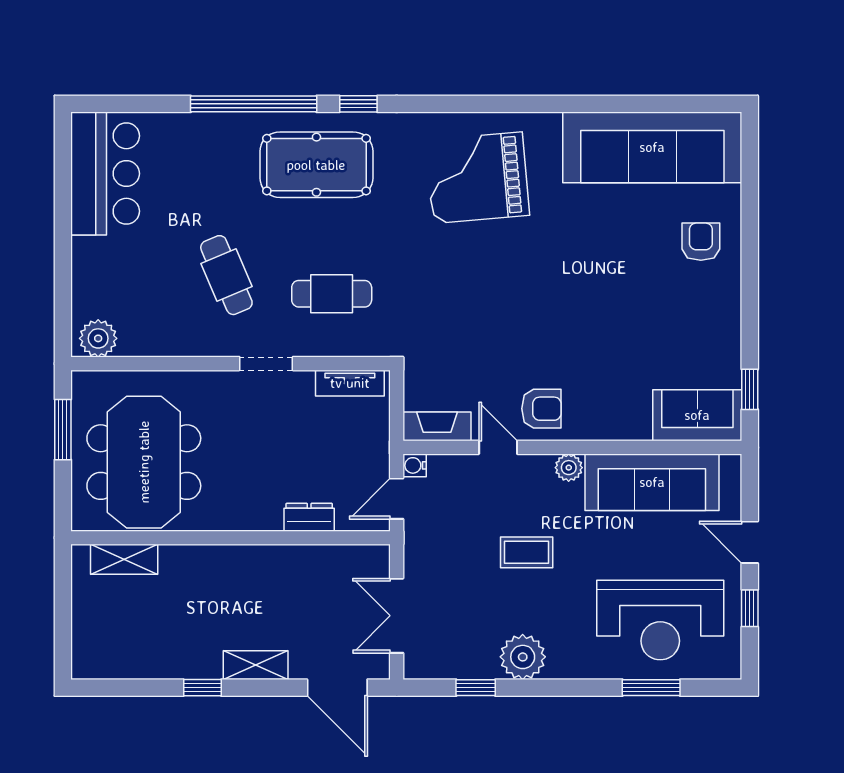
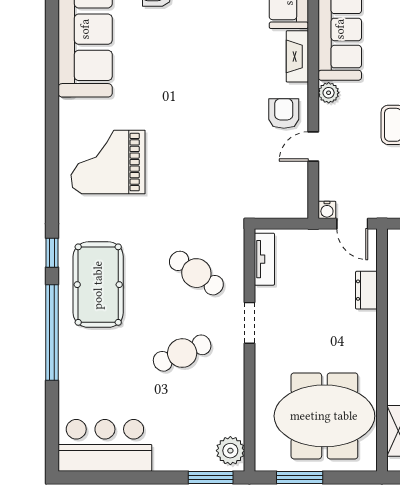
grand piano: (478, 178) -> (108, 162), turned 95
cafe table: (332, 294) -> (196, 273), turned -55
window: (63, 312) -> (211, 477), added
fireplace: (437, 426) -> (297, 56), moved

